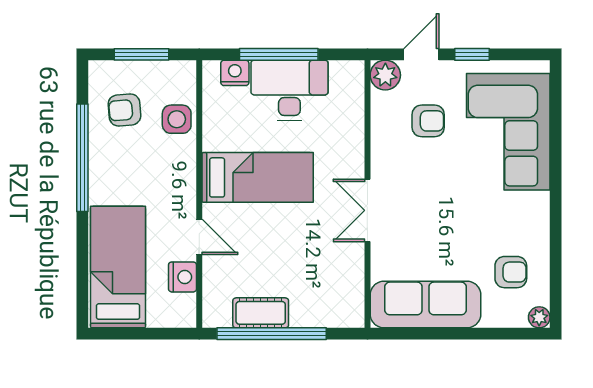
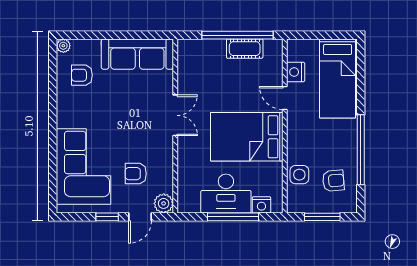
bed: (258, 177) -> (247, 137), width x1.50

